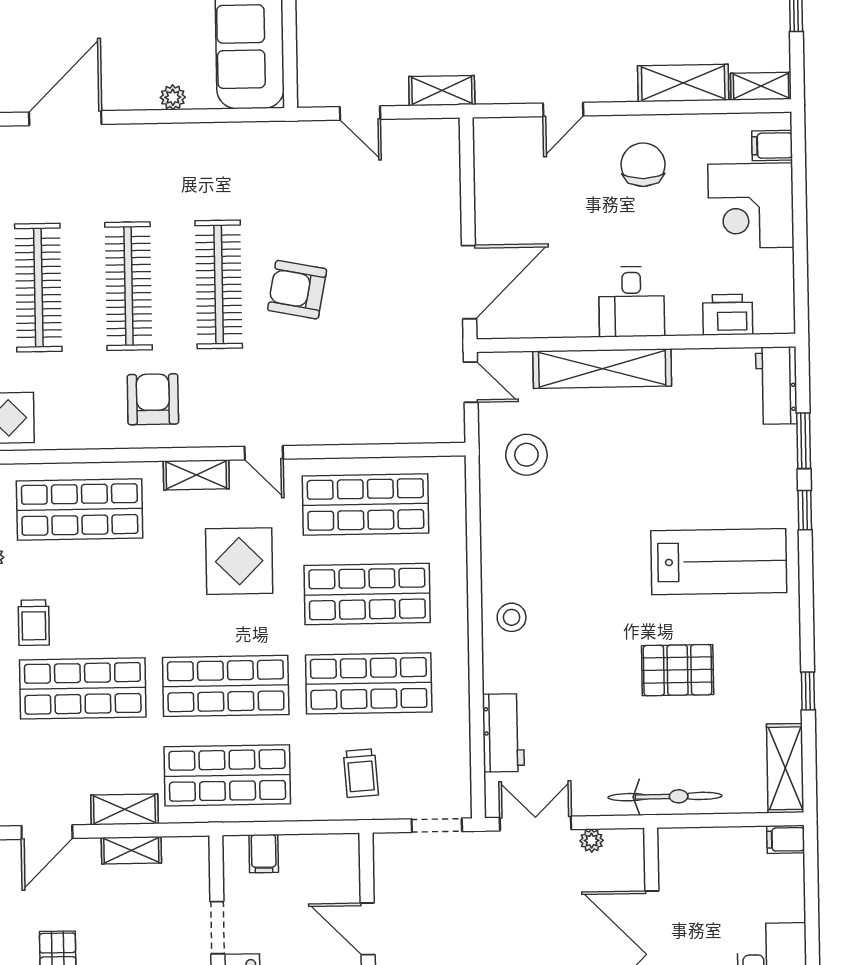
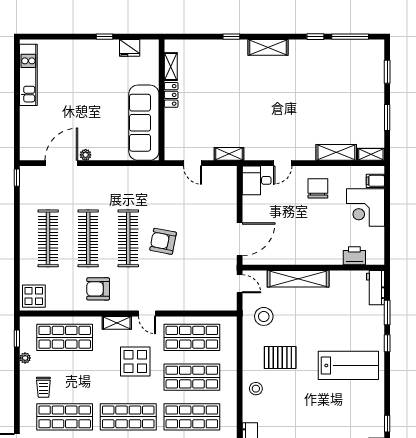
plant: (173, 97) -> (86, 155), moved
desk: (632, 302) -> (258, 180), moved, turned 90
armchair: (153, 399) -> (98, 289), turned -90
pallet: (678, 670) -> (280, 357), moved

